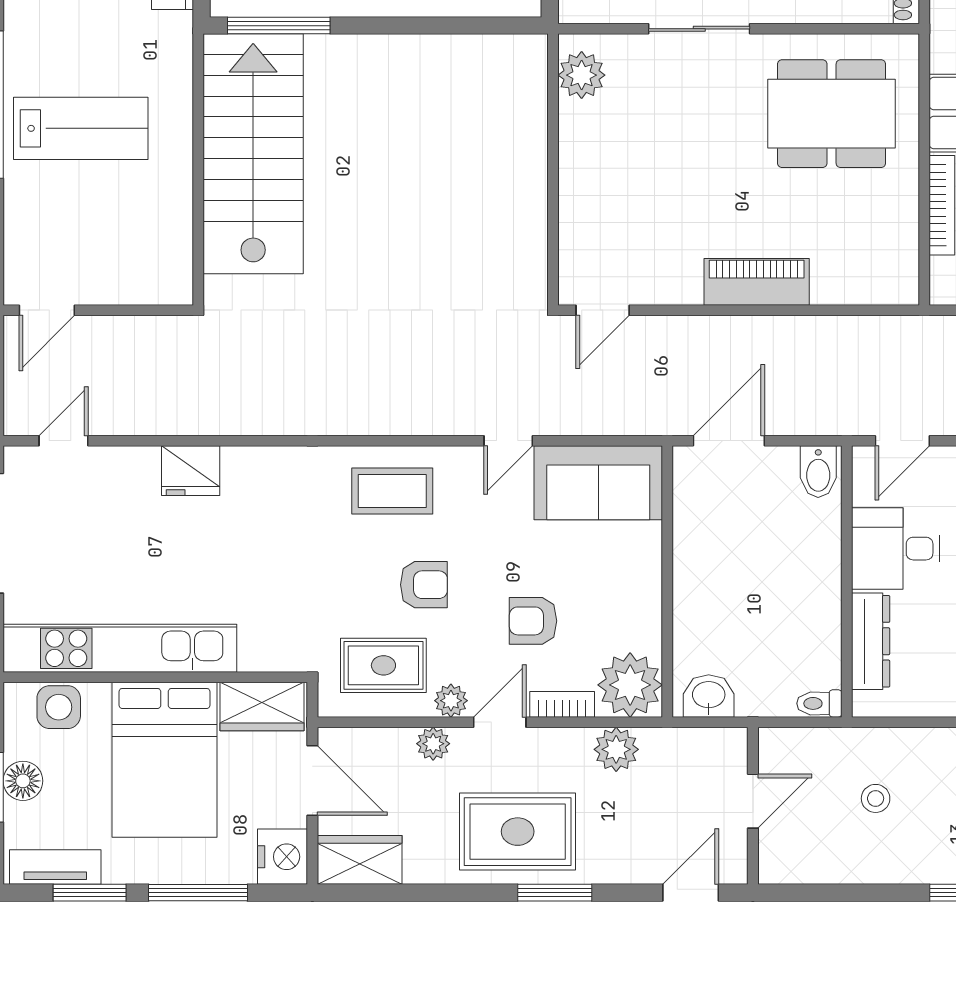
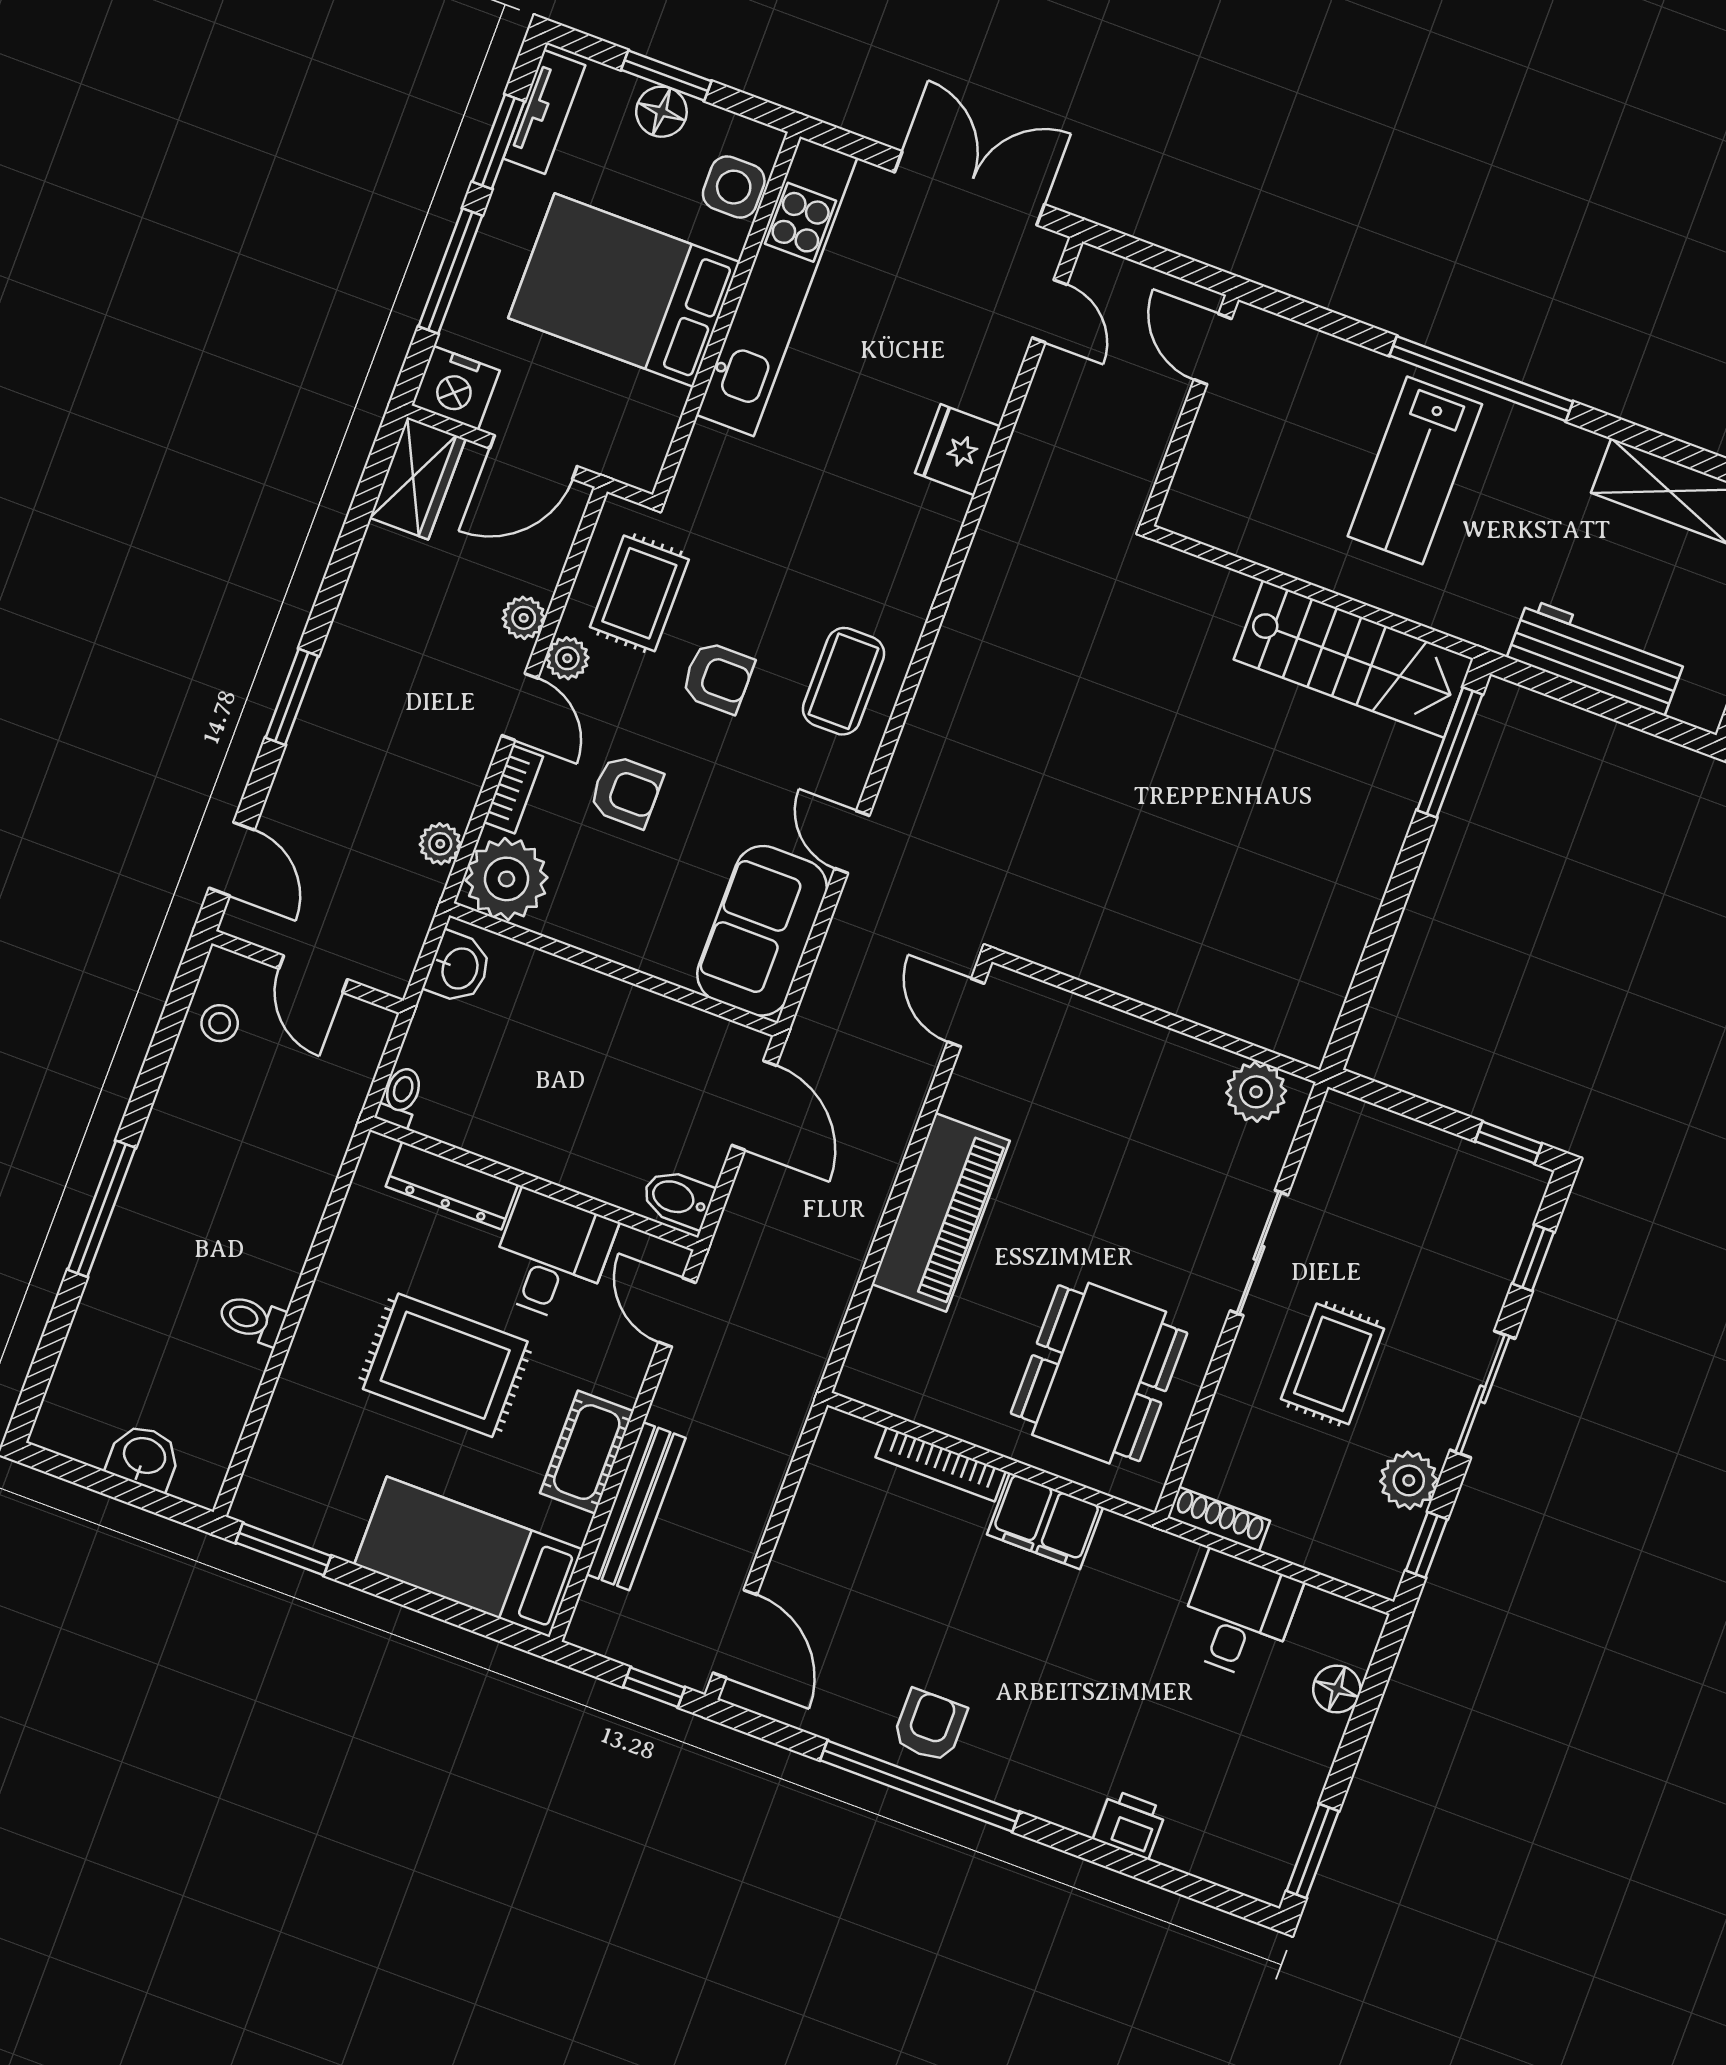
stairs: (253, 154) -> (1354, 659), width x0.73, depth x0.66
piano: (757, 282) -> (941, 1212), width x1.37, depth x1.33
armchair: (424, 585) -> (718, 677), turned -90
armchair: (533, 621) -> (626, 791), turned 90
wardrobe: (262, 706) -> (644, 430), removed
plant: (616, 749) -> (440, 844), width x0.73, depth x0.73
stool: (876, 798) -> (220, 1023), moved
rug: (518, 832) -> (381, 680), removed

